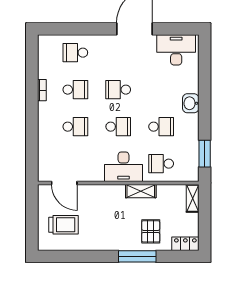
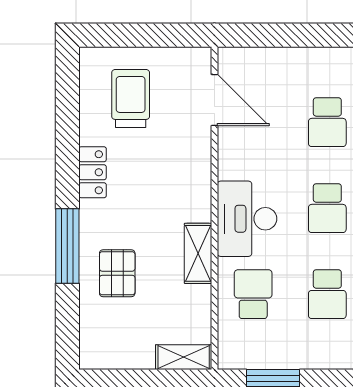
door: (64, 183) -> (214, 100), swing flipped
trolley: (64, 225) -> (131, 99), turned 180
pallet: (151, 231) -> (117, 273), turned 90
locker: (185, 244) -> (93, 172), moved

